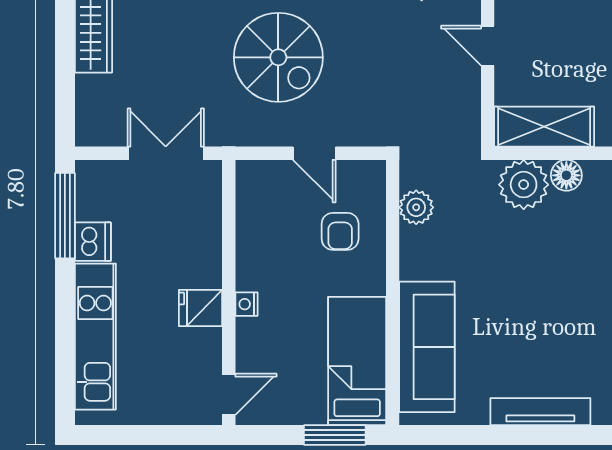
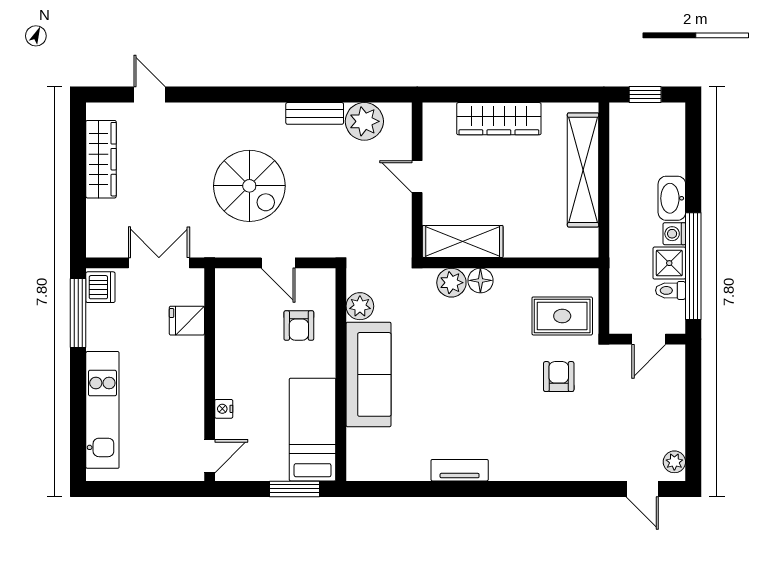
plant: (524, 185) -> (451, 283), width x0.73, depth x0.73
dishwasher: (93, 242) -> (100, 287), moved
nightstand: (246, 304) -> (224, 409), moved
fridge: (201, 308) -> (187, 321), moved
sofa: (427, 347) -> (369, 374), moved
tv unit: (540, 412) -> (460, 470), width x0.71

